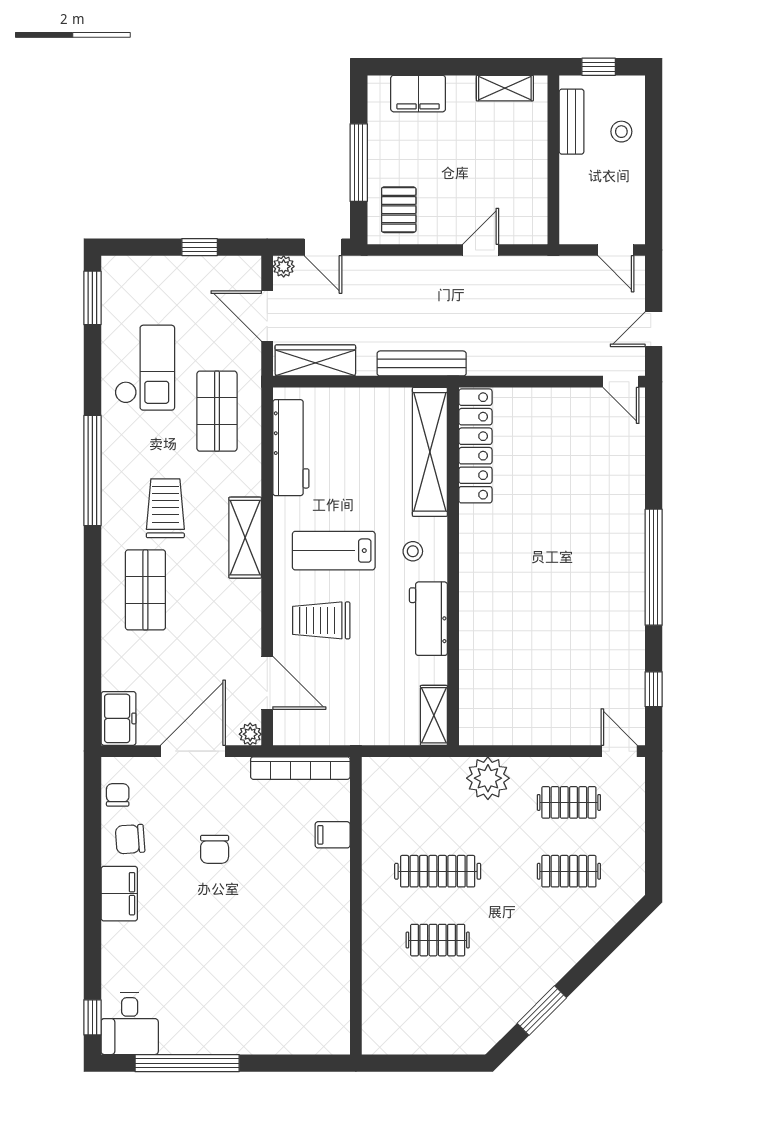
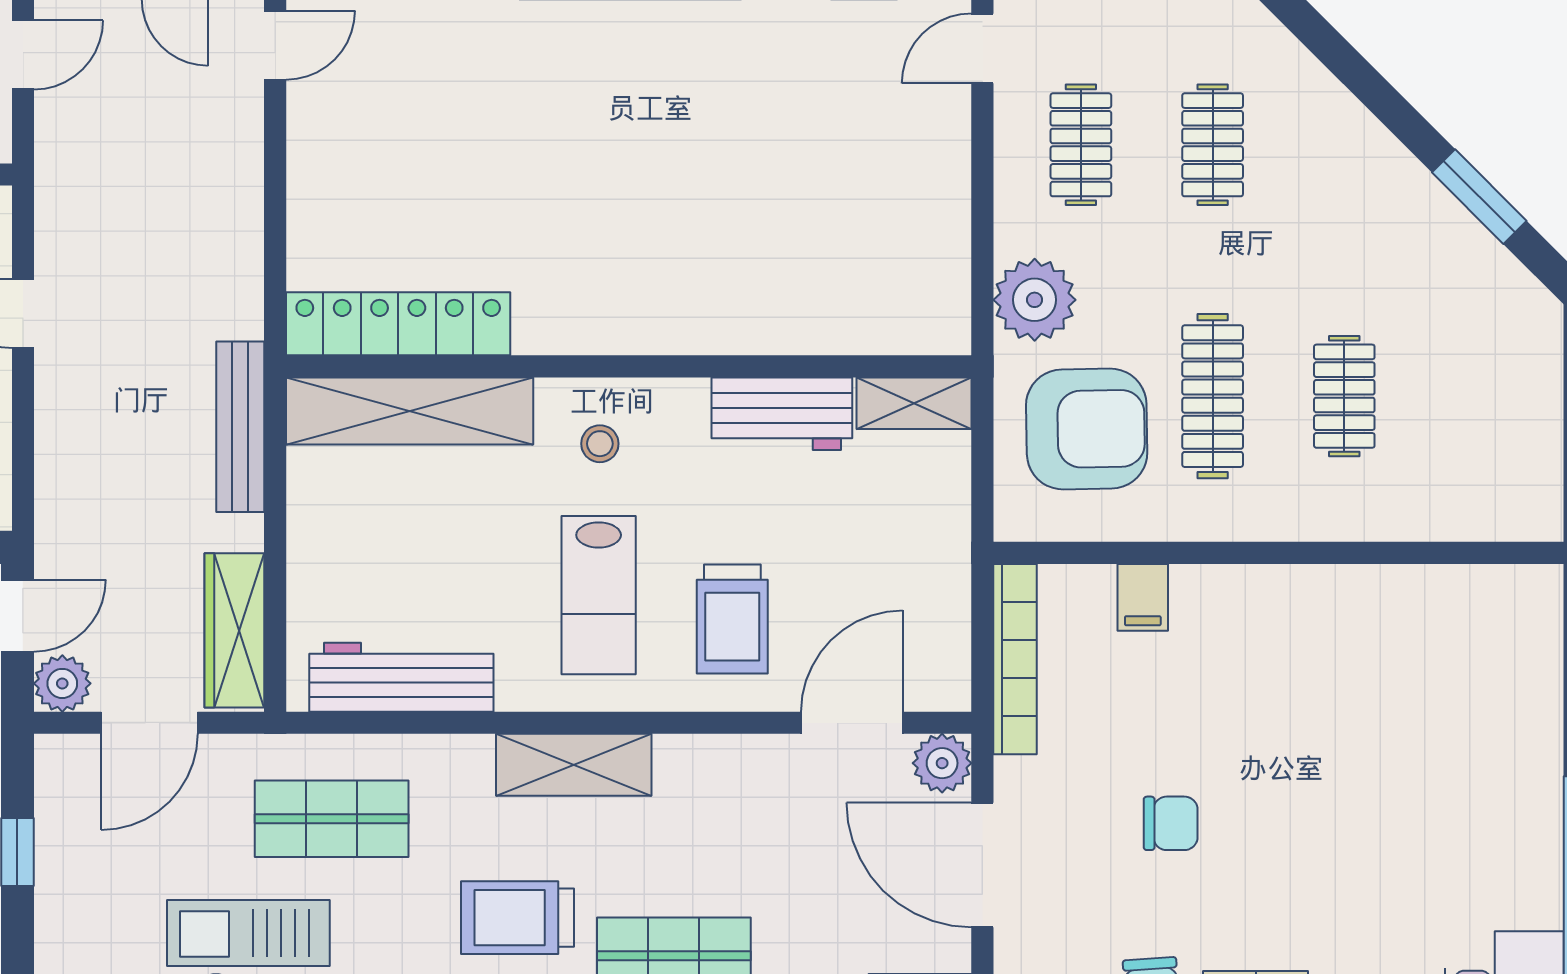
plant: (284, 266) -> (62, 683), width x1.38, depth x1.38
workbench: (428, 619) -> (782, 414), moved
plant: (250, 734) -> (942, 763), width x1.38, depth x1.38
armchair: (420, 805) -> (1087, 429), added

